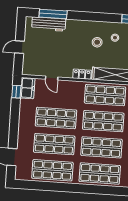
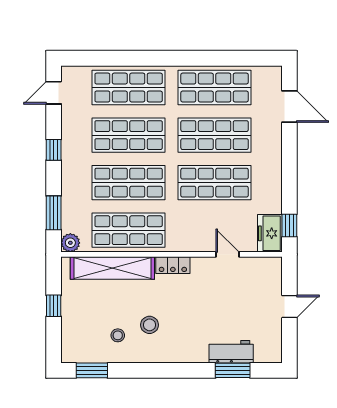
window: (53, 14) -> (233, 370), width x0.69
workbench: (49, 24) -> (231, 352), width x0.73

